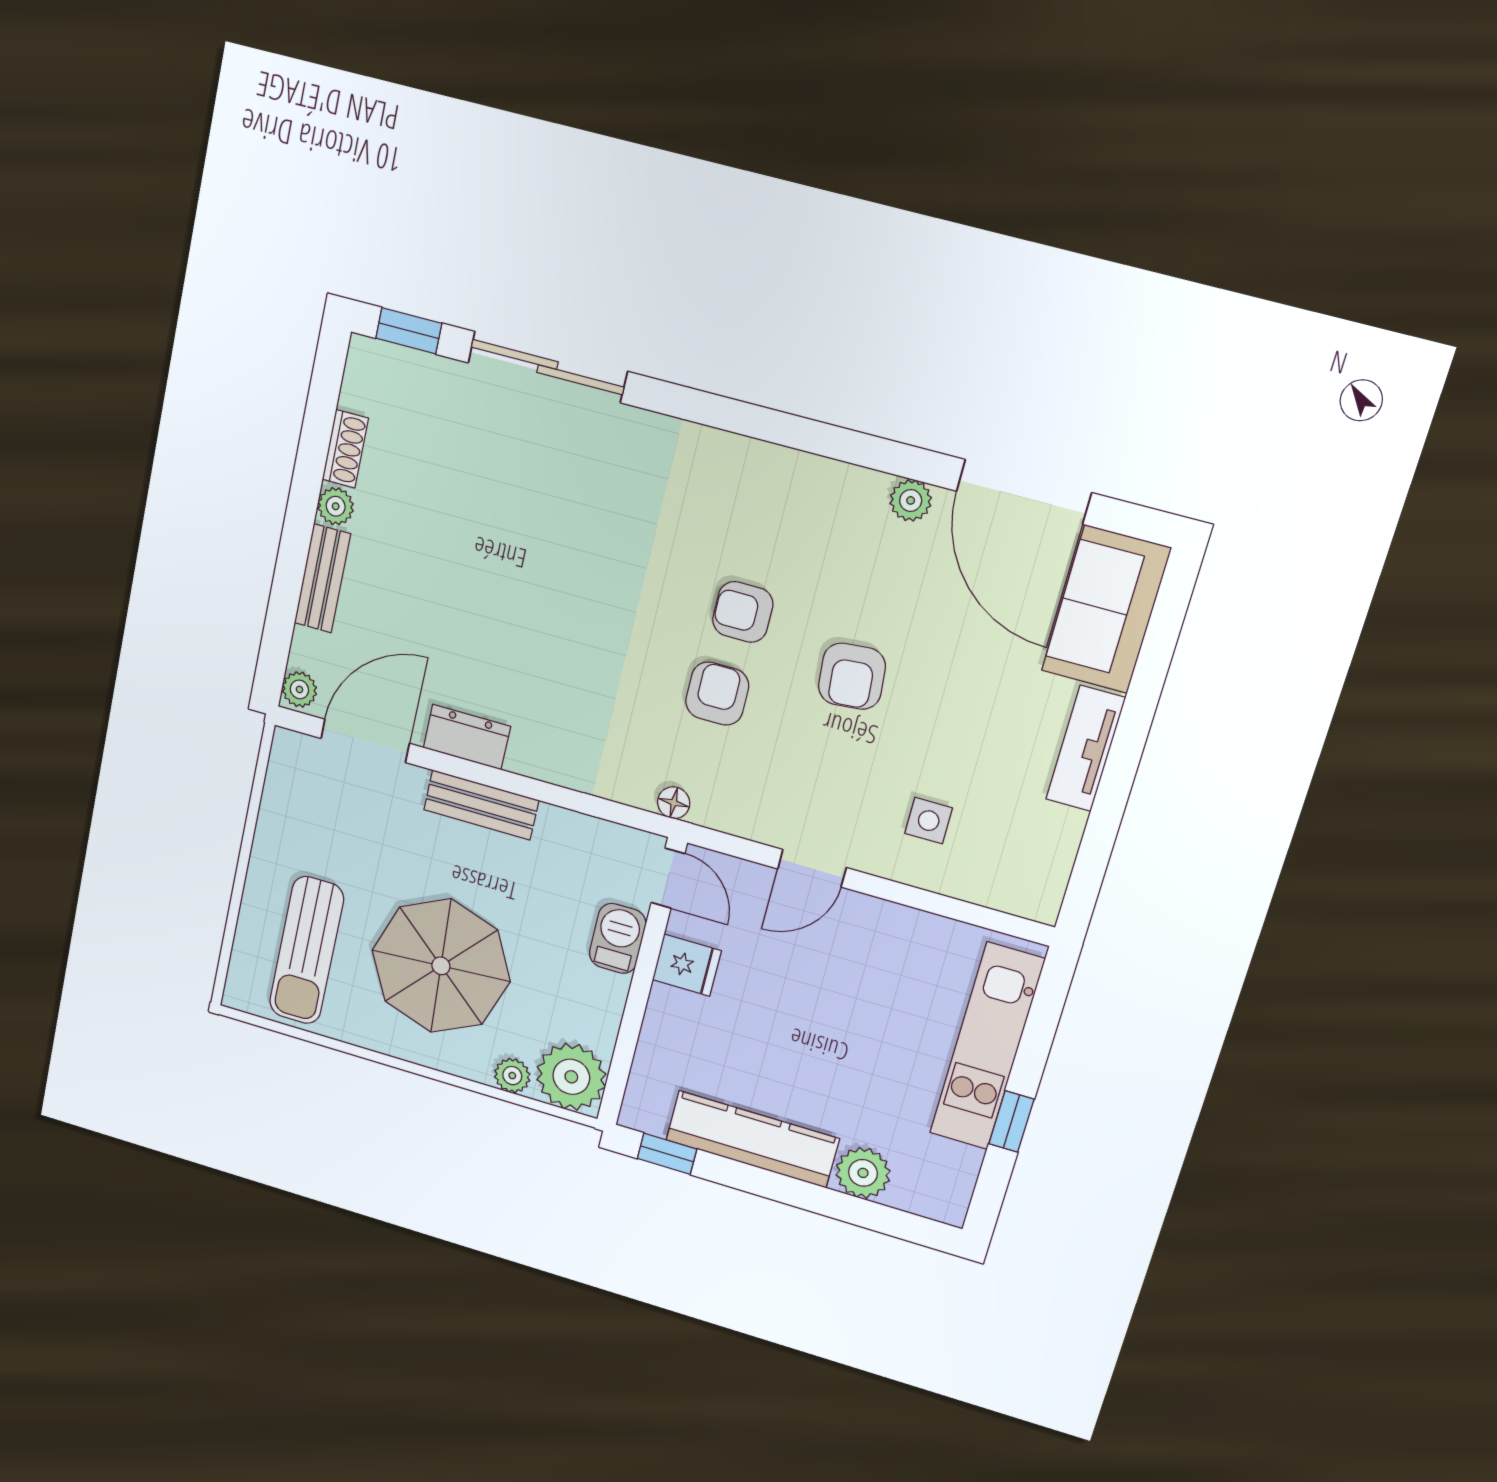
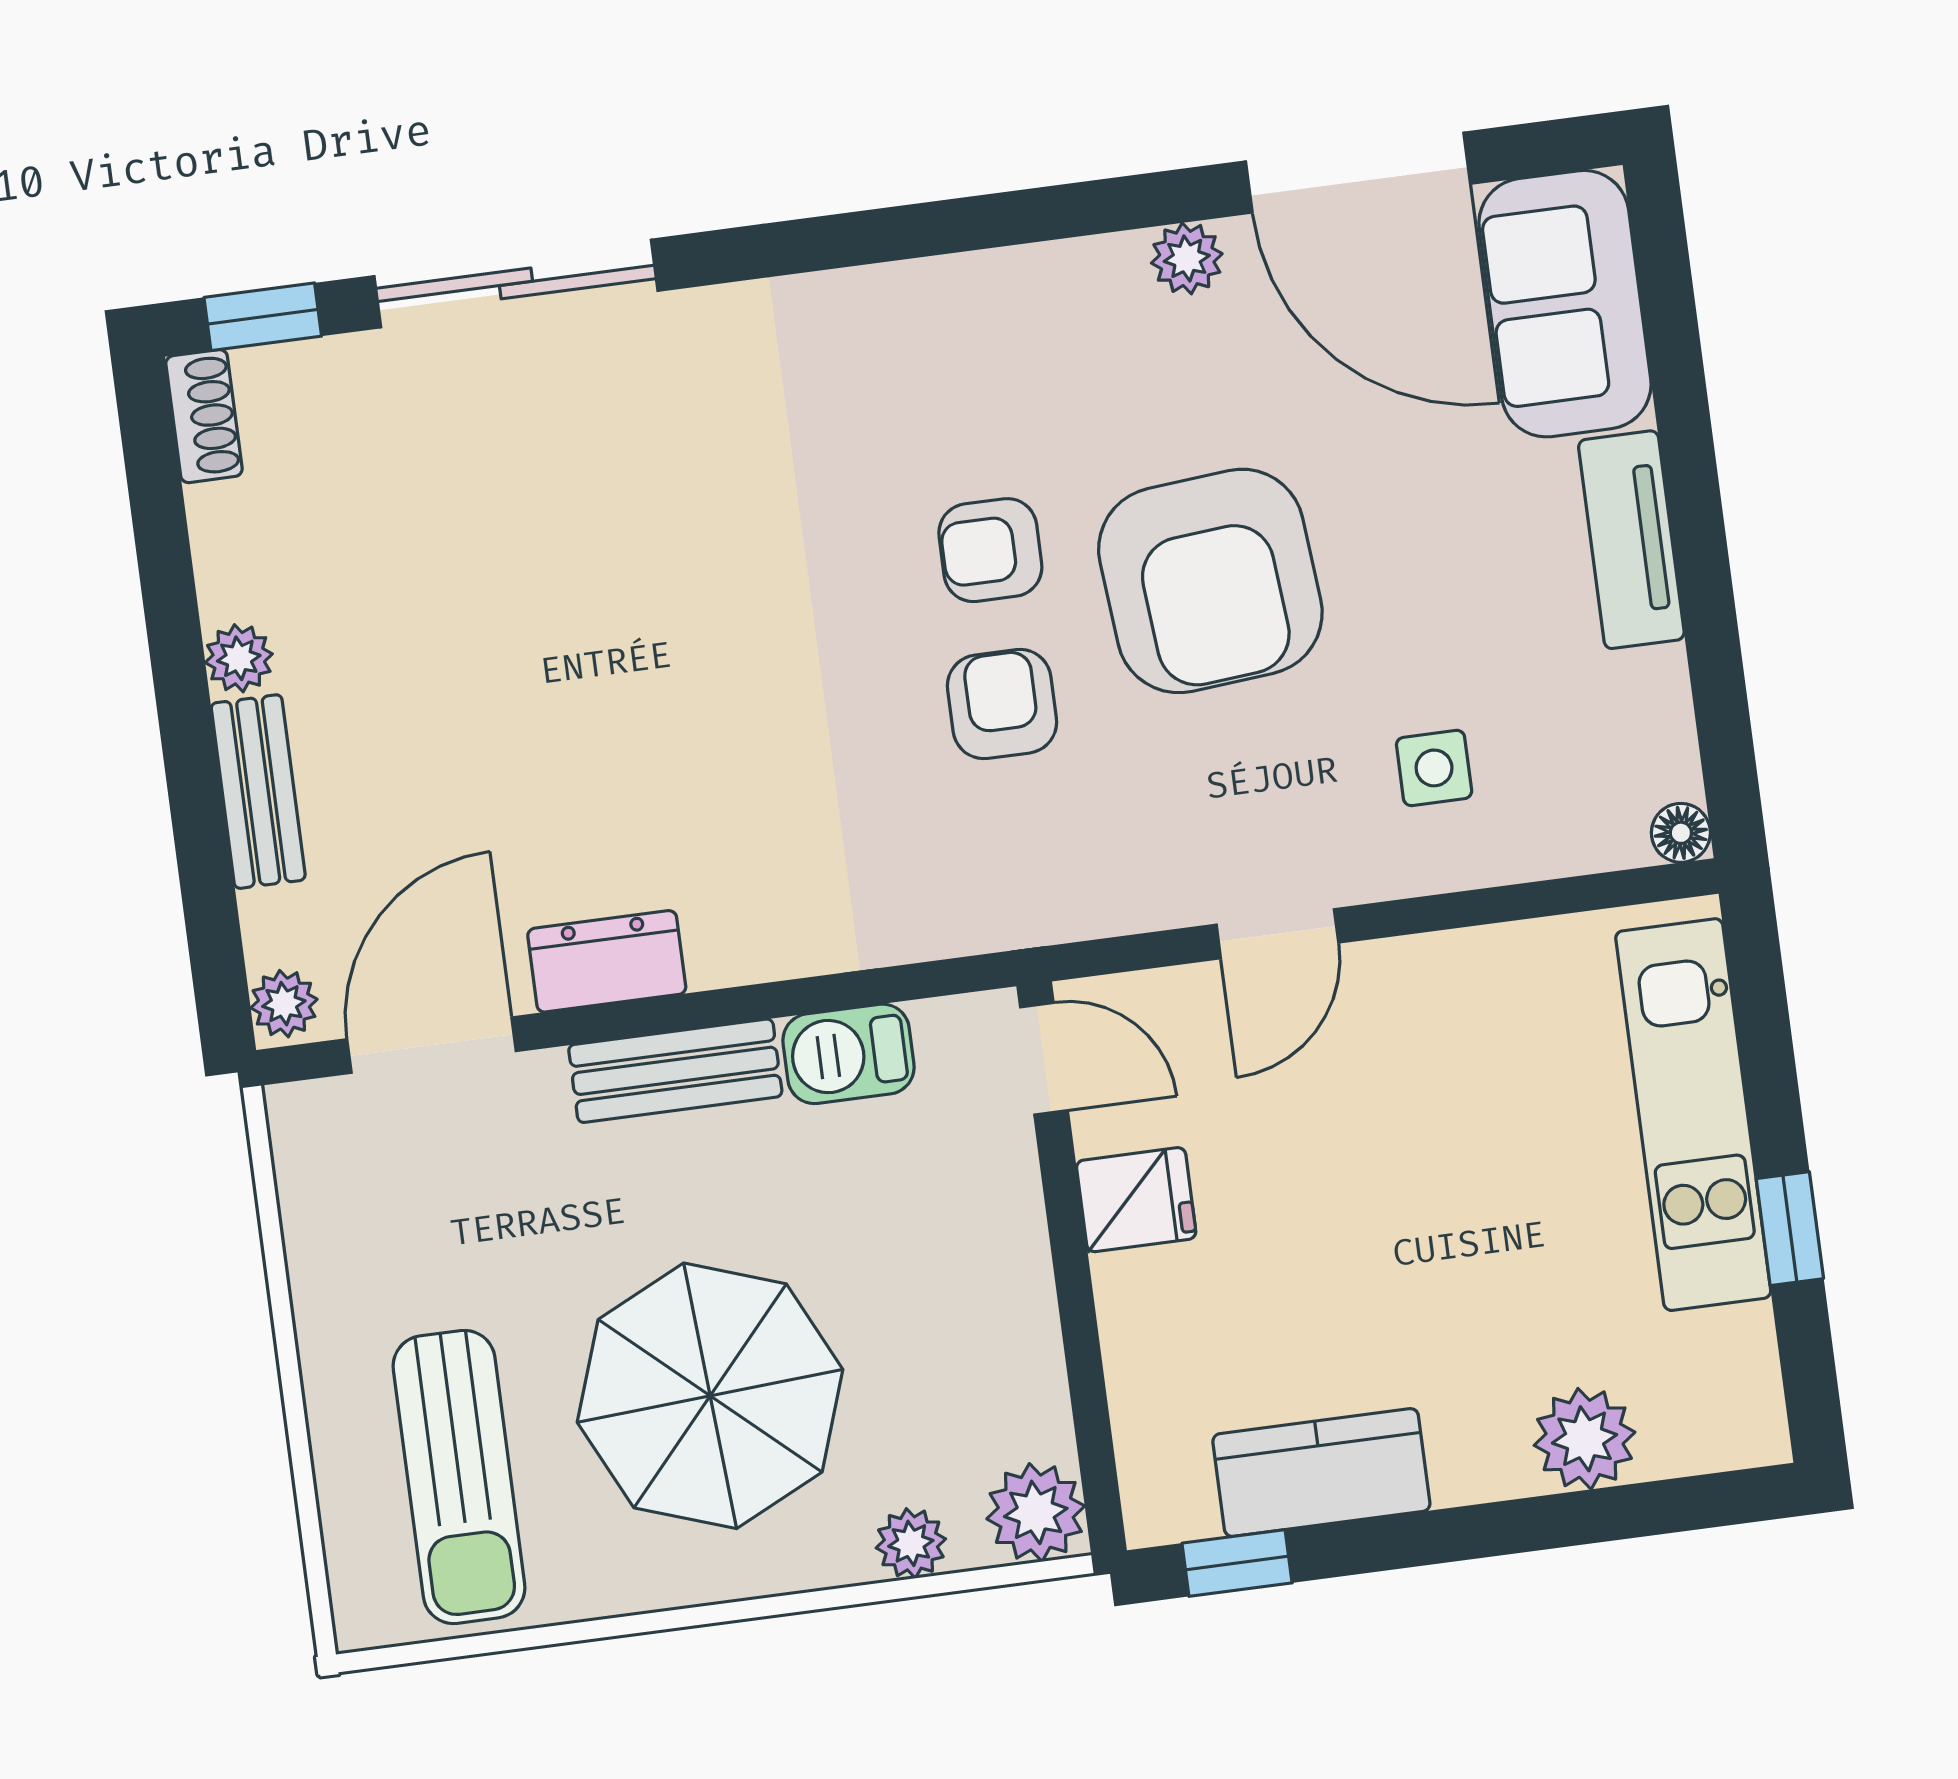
shoe rack: (345, 449) -> (204, 416), moved
armchair: (852, 676) -> (1210, 581), width x1.88, depth x1.88
floor lamp: (674, 803) -> (1681, 833), moved
barbecue: (618, 938) -> (848, 1054), moved, turned -90
plant: (571, 1077) -> (1036, 1512), width x0.73, depth x0.73
kitchen counter: (752, 1139) -> (1321, 1473), width x0.67

